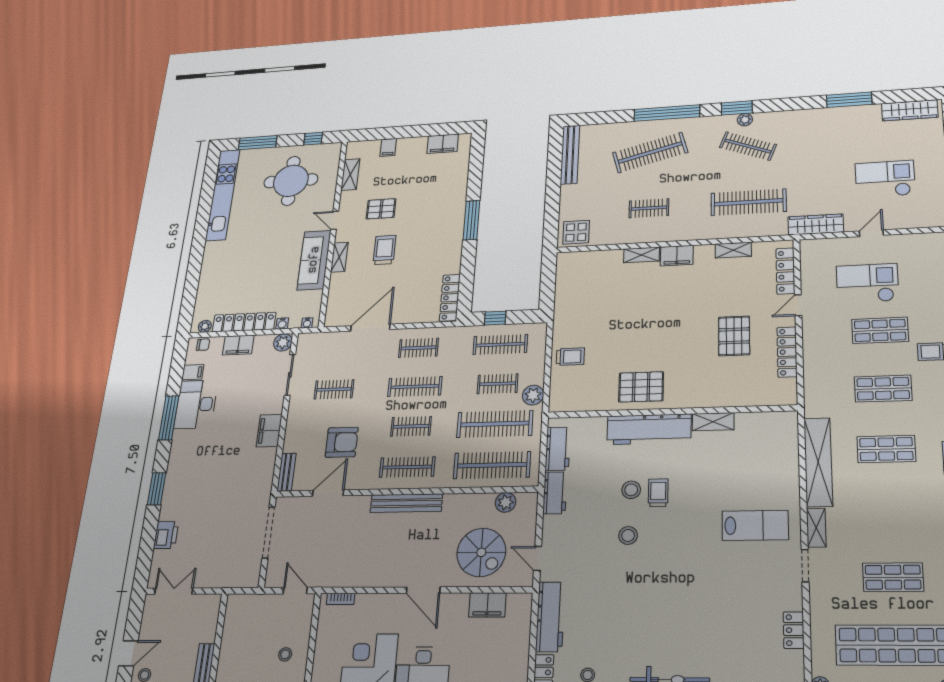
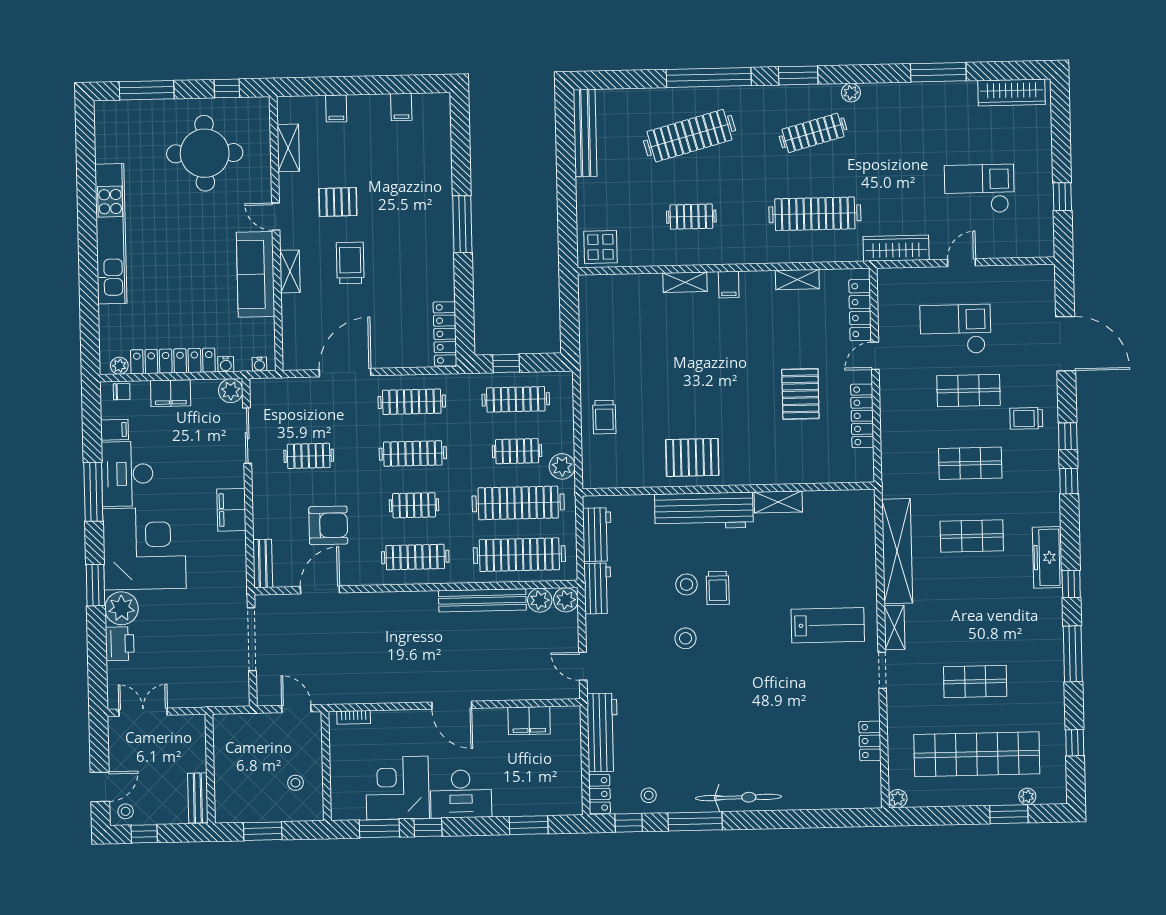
plant: (745, 120) -> (851, 93), moved
filing cabinet: (443, 144) -> (401, 107), width x0.50
clothes rail: (748, 146) -> (813, 133), turned -36
kitchen unit: (223, 195) -> (111, 234), moved
filing cabinet: (677, 256) -> (729, 285), width x0.50
clothes rail: (419, 348) -> (412, 402), width x1.36
trolley: (570, 357) -> (604, 417), turned 90
corner desk: (198, 460) -> (144, 548), added
trolley: (658, 493) -> (718, 588), turned 180
plant: (527, 502) -> (566, 600), added
bench: (406, 503) -> (482, 600), moved
plant: (173, 507) -> (122, 608), added
spiral stairs: (481, 552) -> (516, 660), removed

